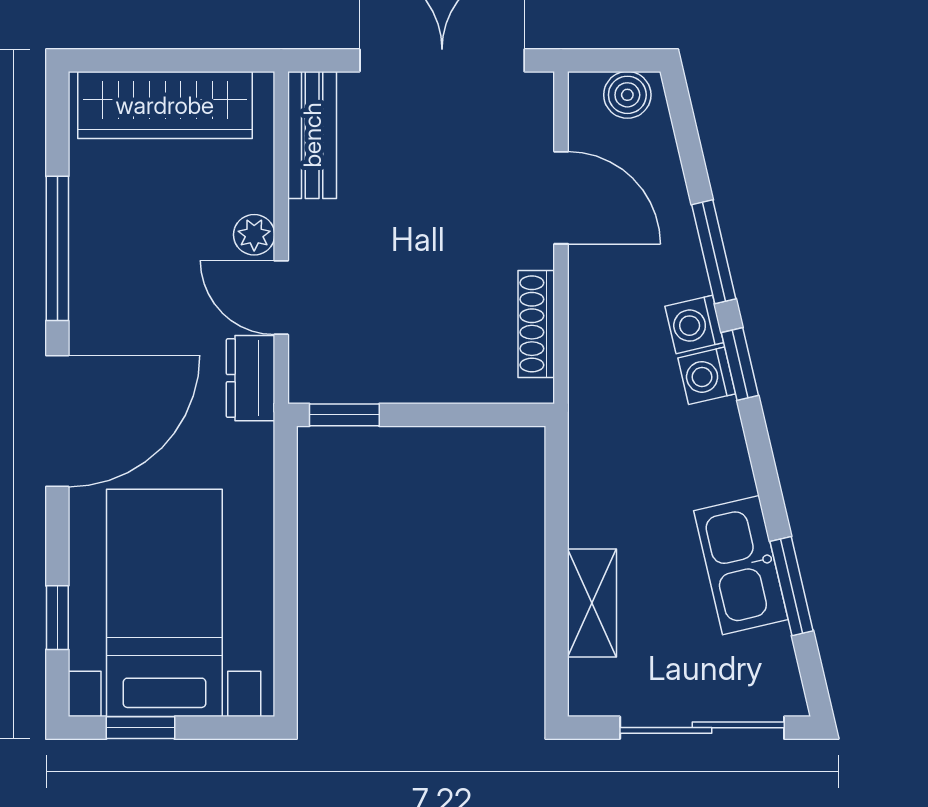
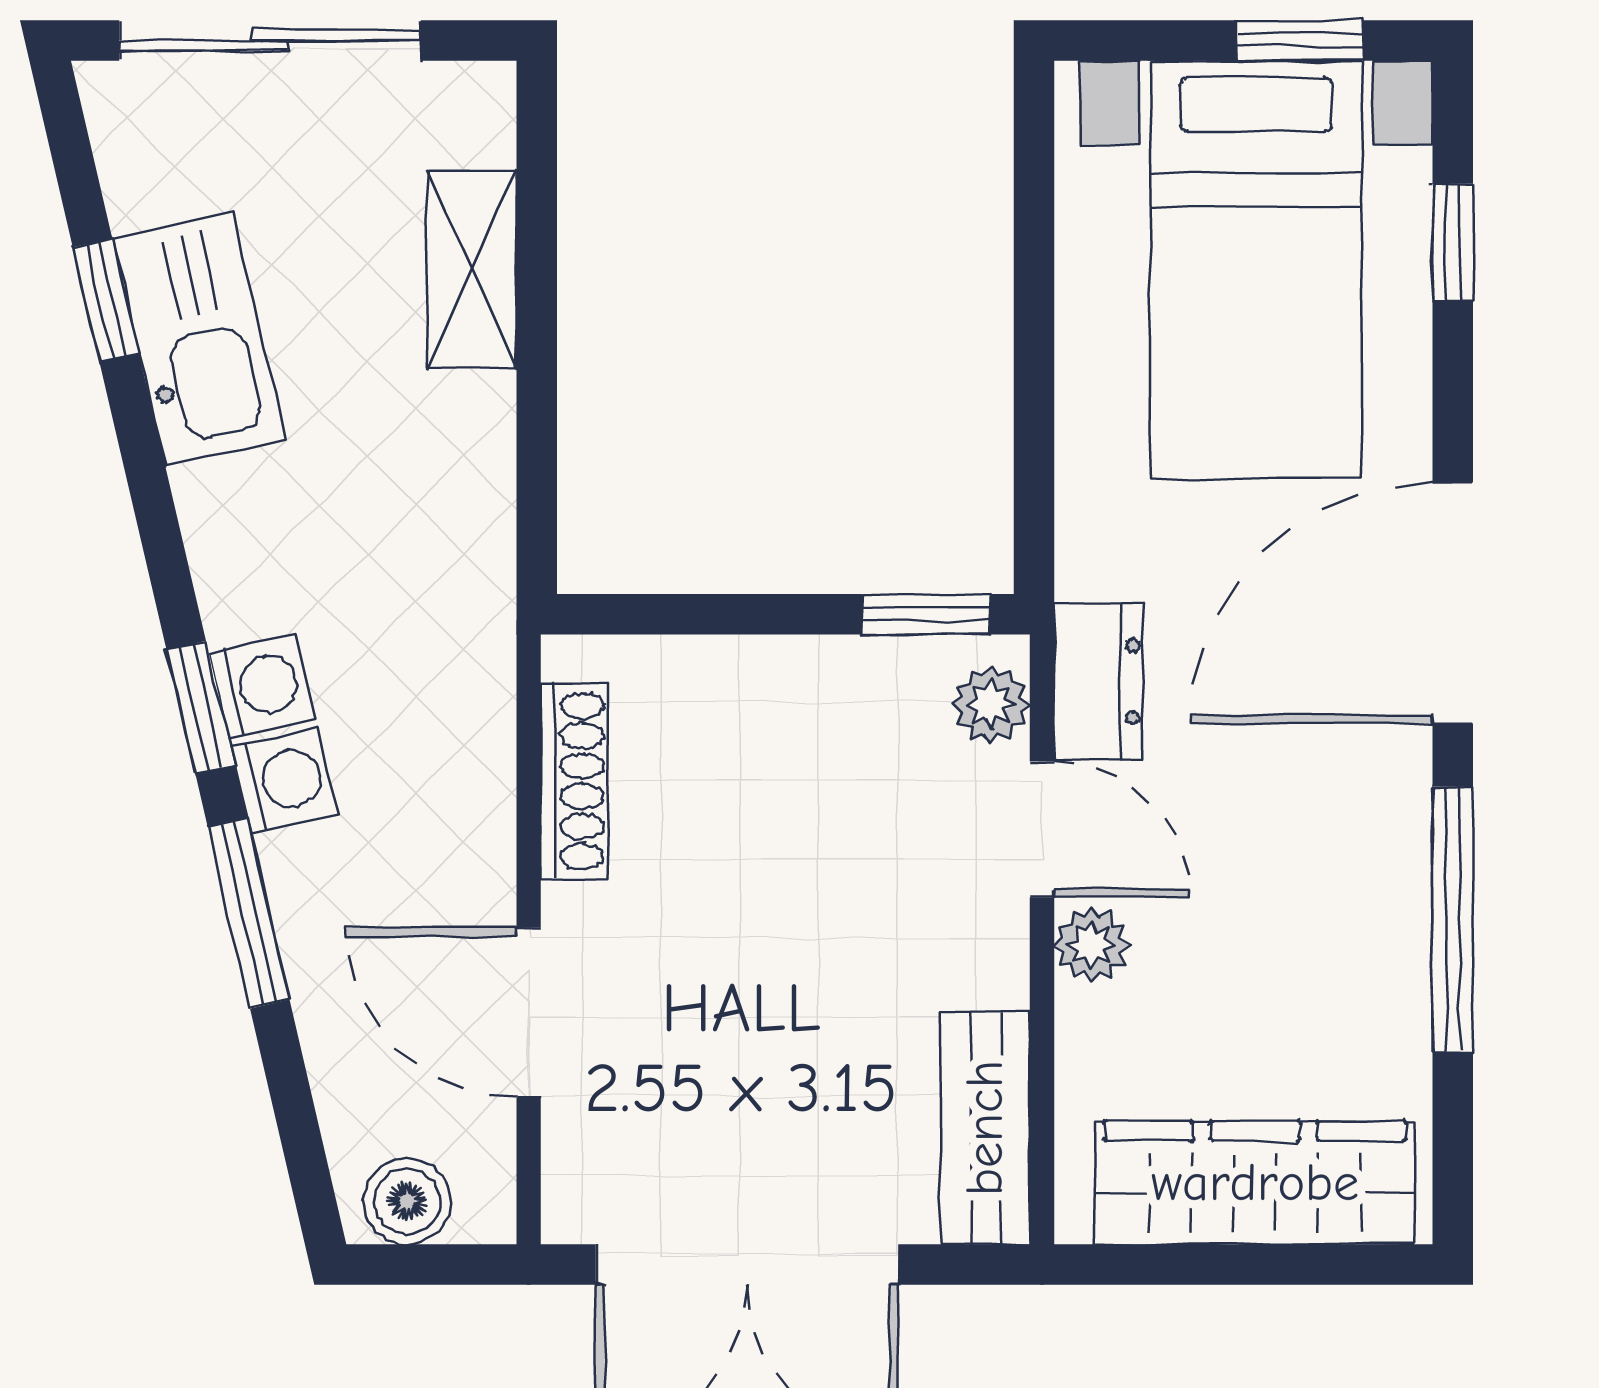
plant: (309, 366) -> (991, 705), added
window: (792, 586) -> (106, 300), width x0.67

